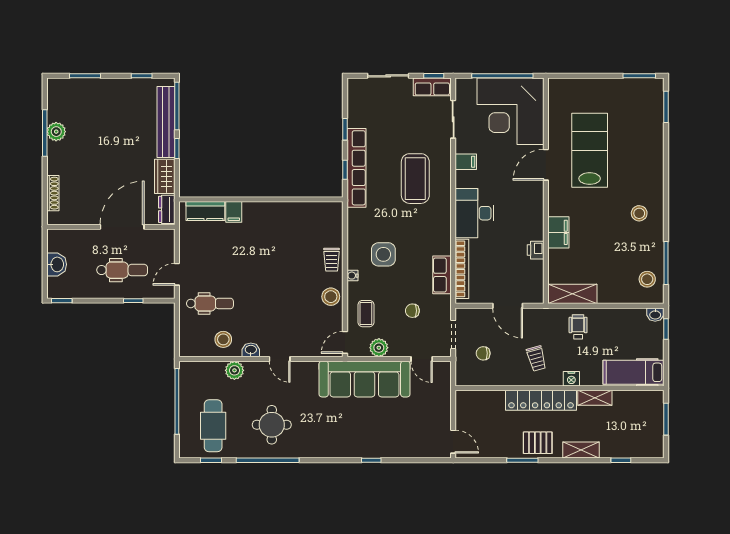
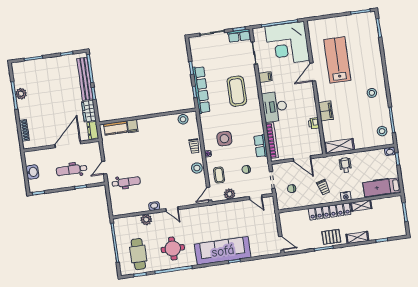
dental chair: (122, 270) -> (72, 170), turned 180
stool: (223, 339) -> (183, 119), moved
sofa: (364, 379) -> (223, 251), moved, turned 180

